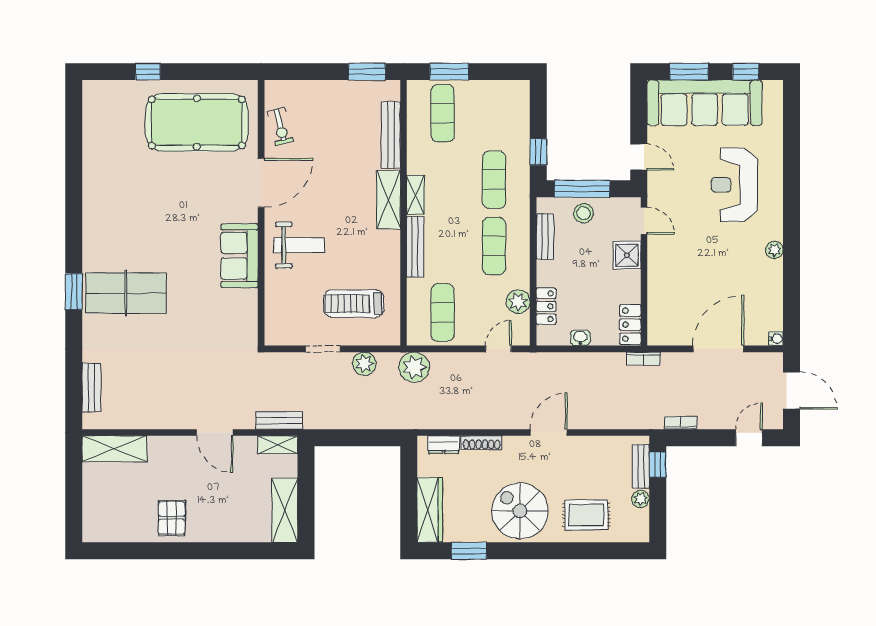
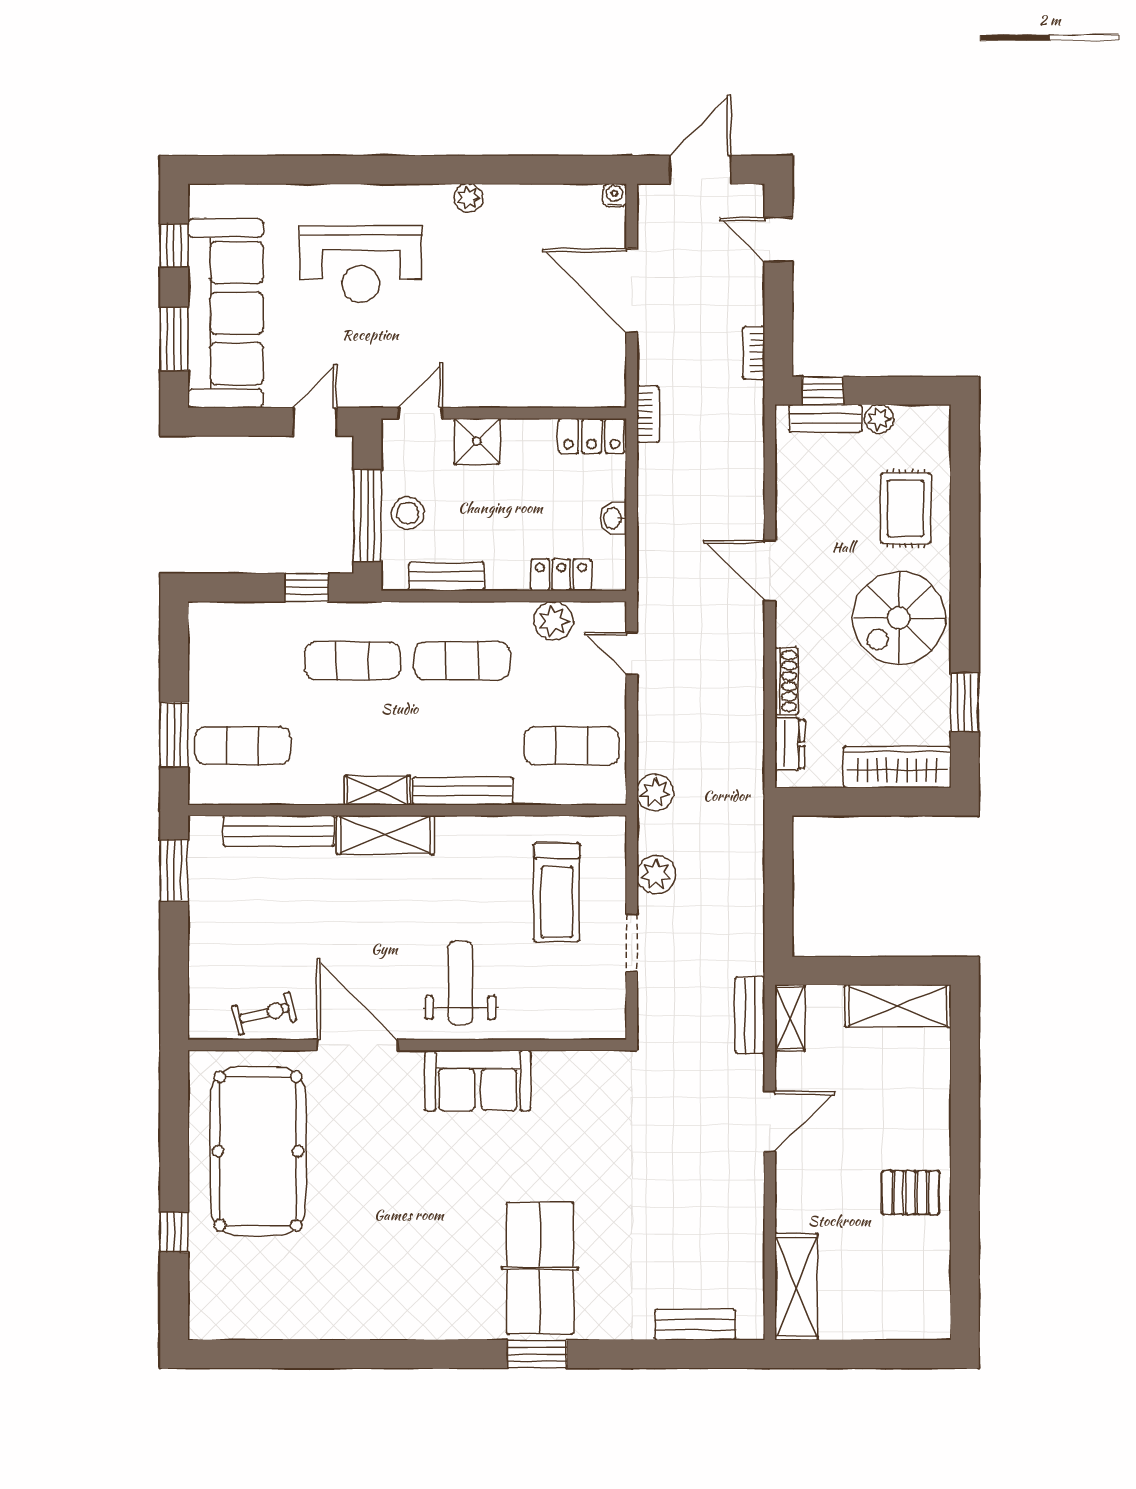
plant: (414, 367) -> (655, 792), width x0.73, depth x0.73

